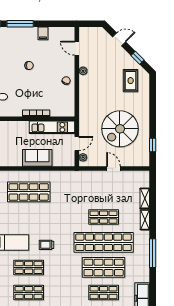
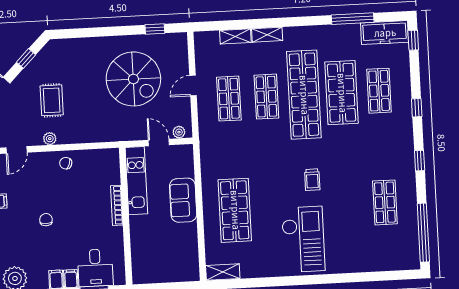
rug: (131, 81) -> (52, 100), moved, turned 90
window: (153, 253) -> (353, 19), moved
shop shelf: (29, 267) -> (229, 99), moved

